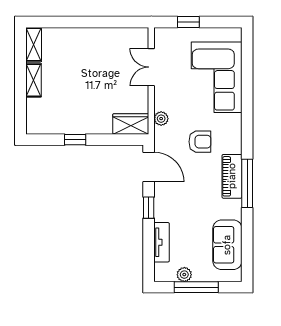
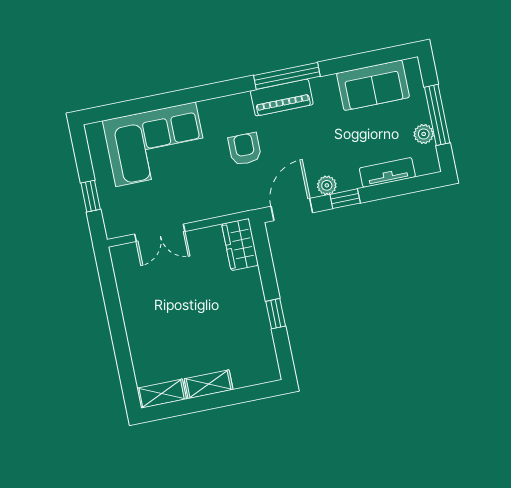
plant: (161, 119) -> (327, 185), moved

